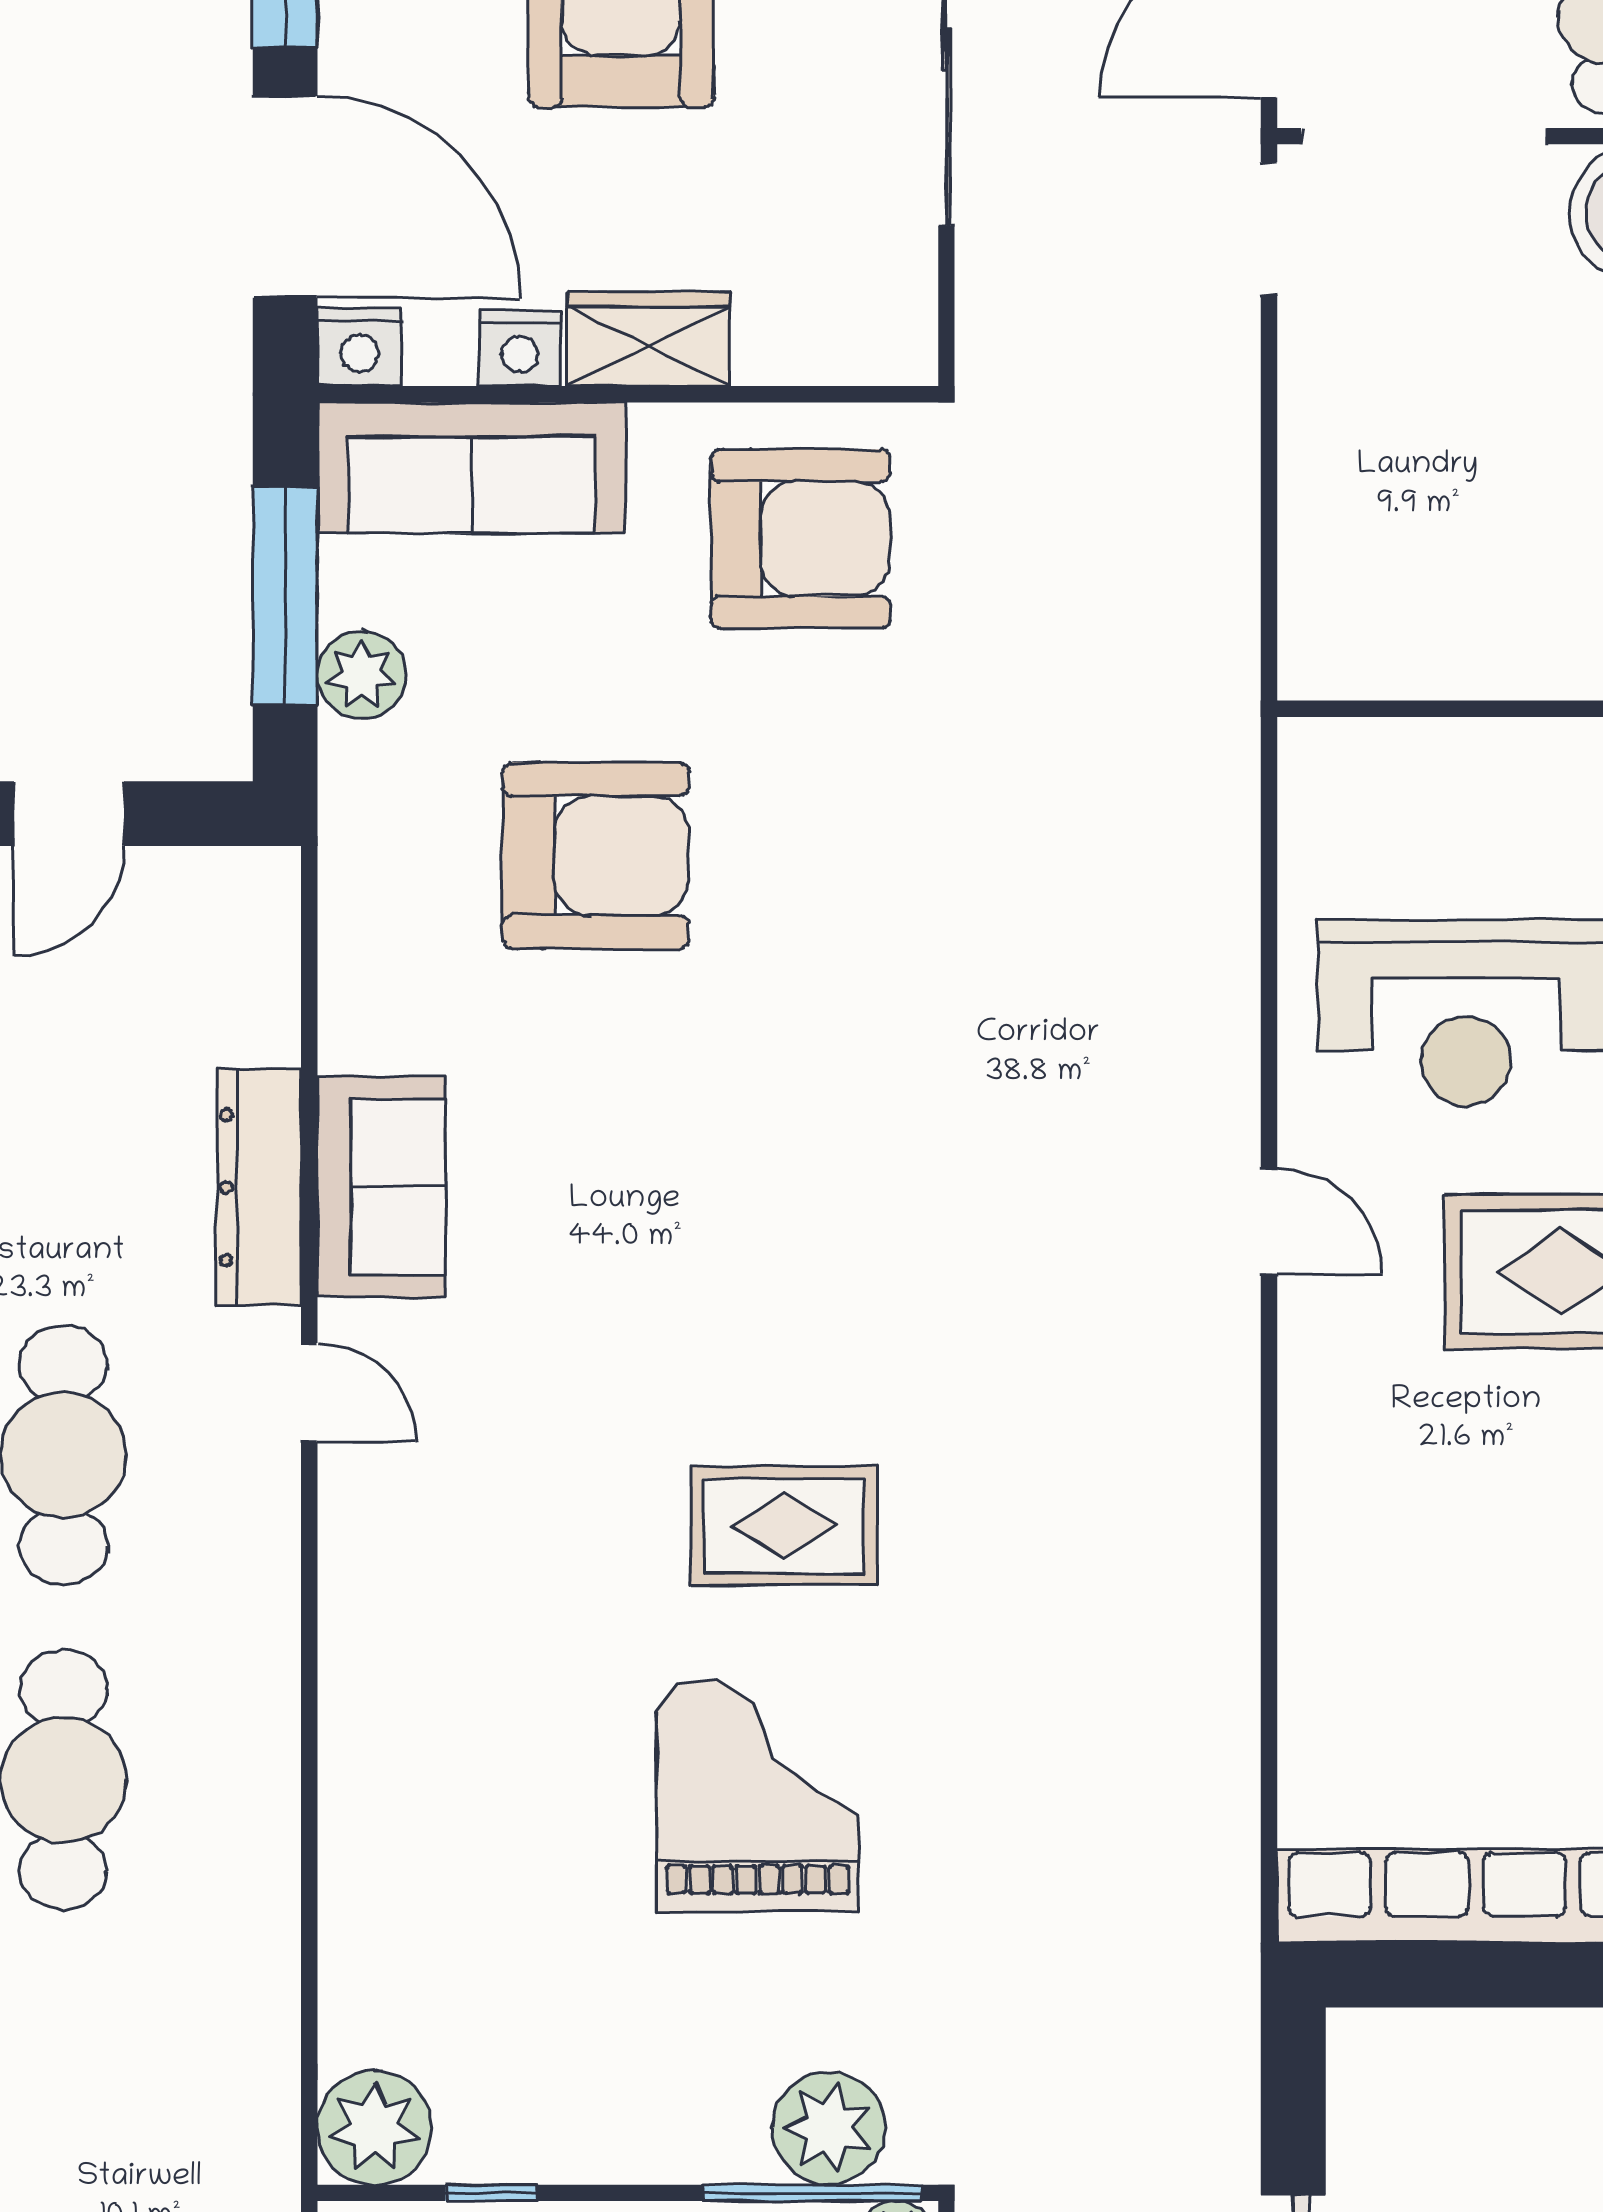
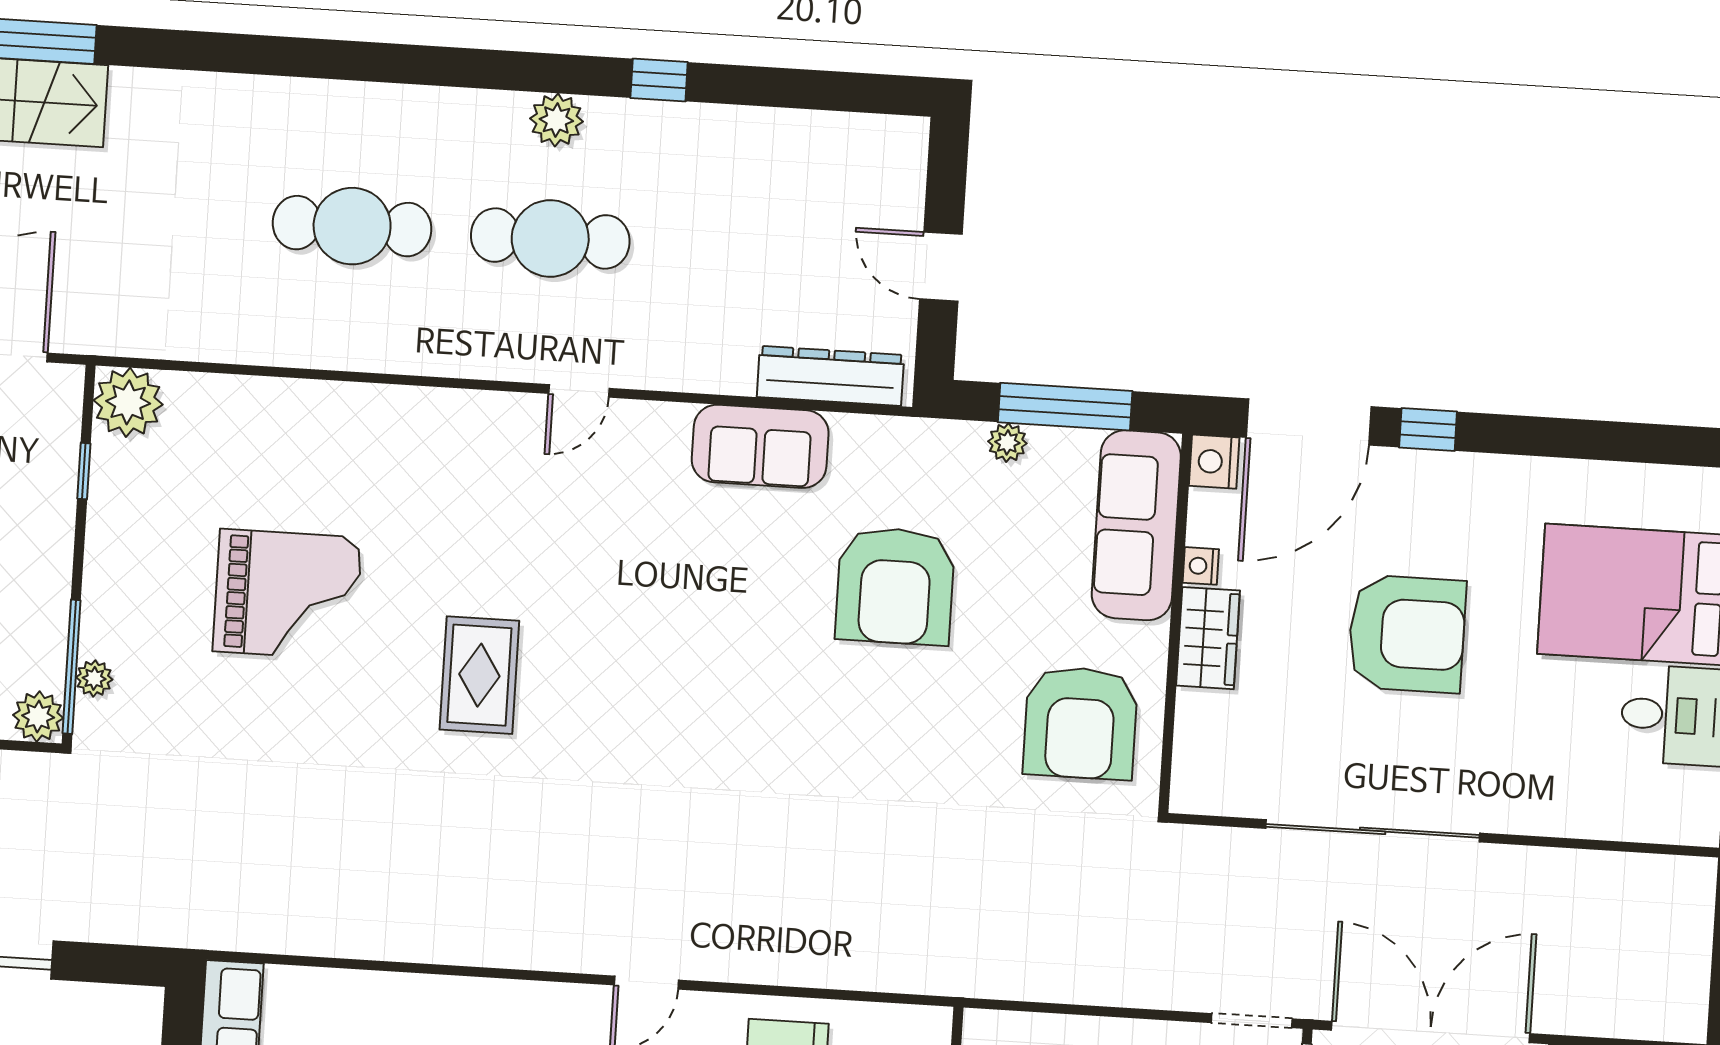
nightstand: (520, 348) -> (1201, 566), width x0.72, depth x0.74
plant: (362, 675) -> (1007, 442), width x0.73, depth x0.73
dresser: (259, 1187) -> (830, 376), moved
sofa: (381, 1187) -> (760, 446), moved
grand piano: (758, 1796) -> (287, 594), moved
plant: (829, 2128) -> (94, 678), width x0.53, depth x0.53

